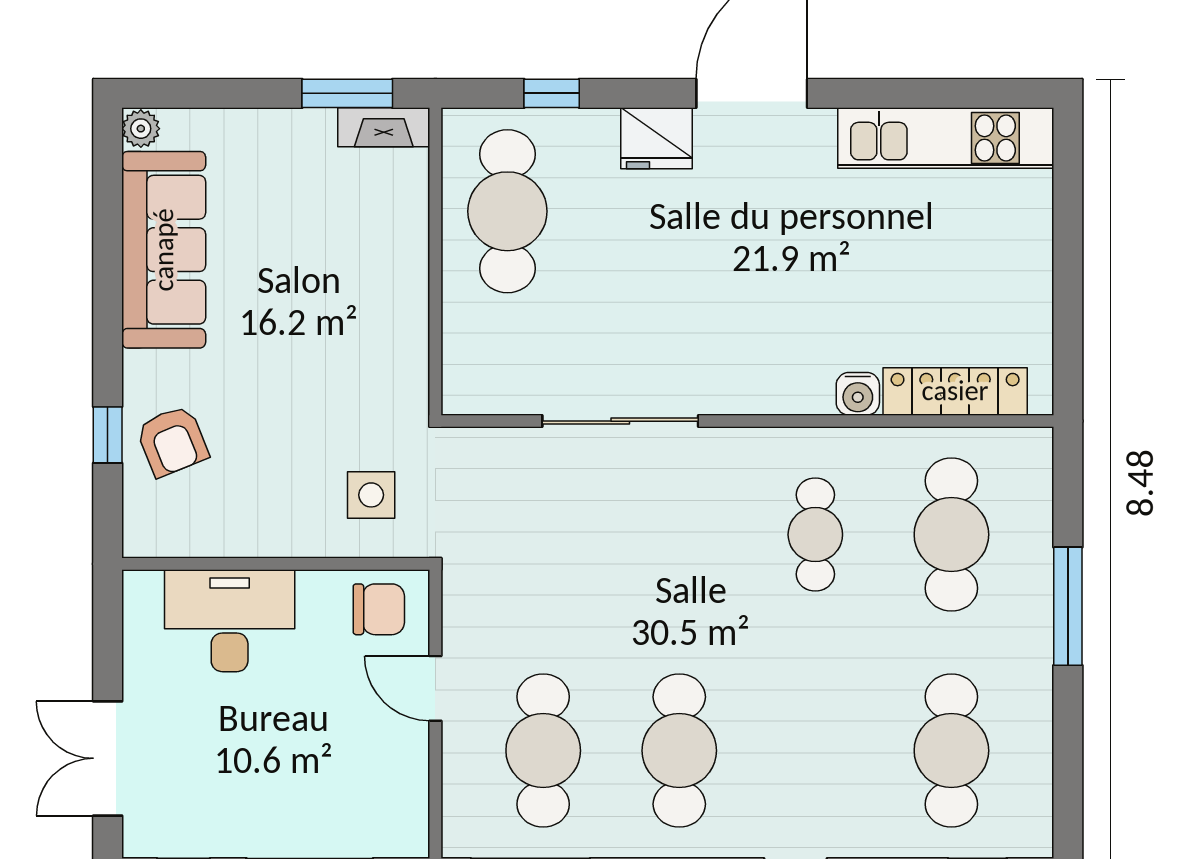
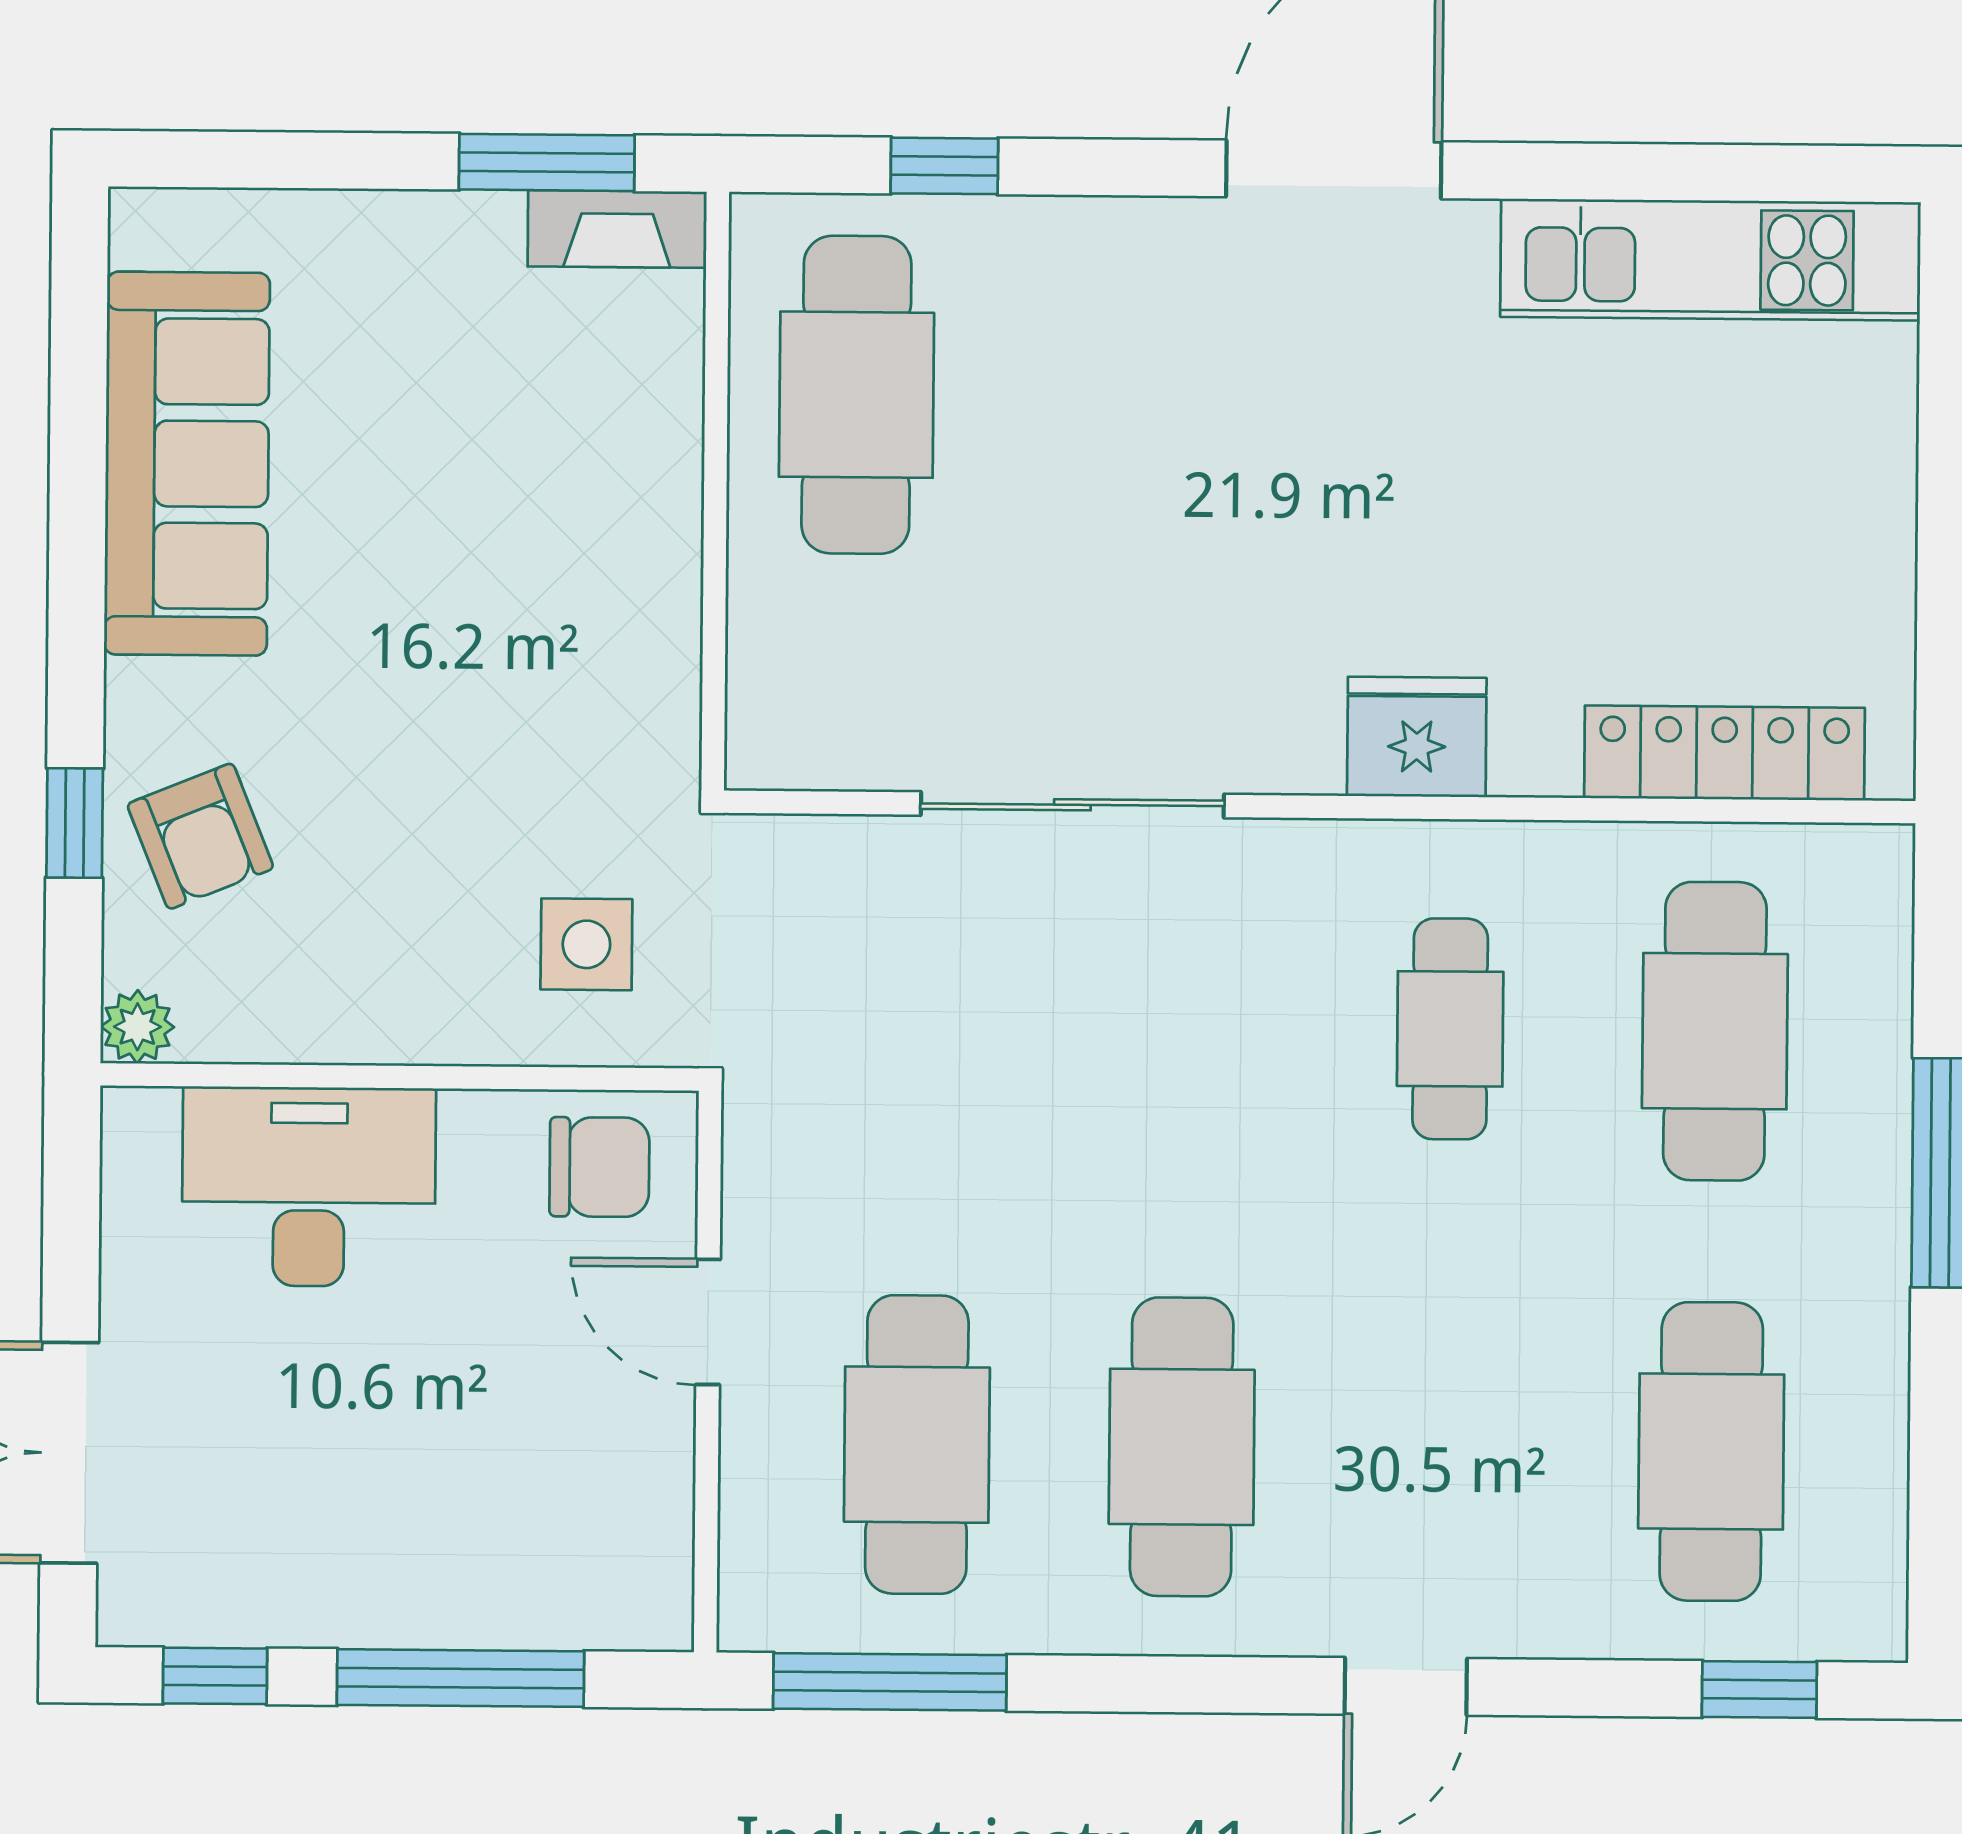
plant: (141, 129) -> (137, 1027), moved
fridge: (657, 138) -> (1417, 737), moved, turned 180
water cooler: (858, 394) -> (1535, 756), removed

